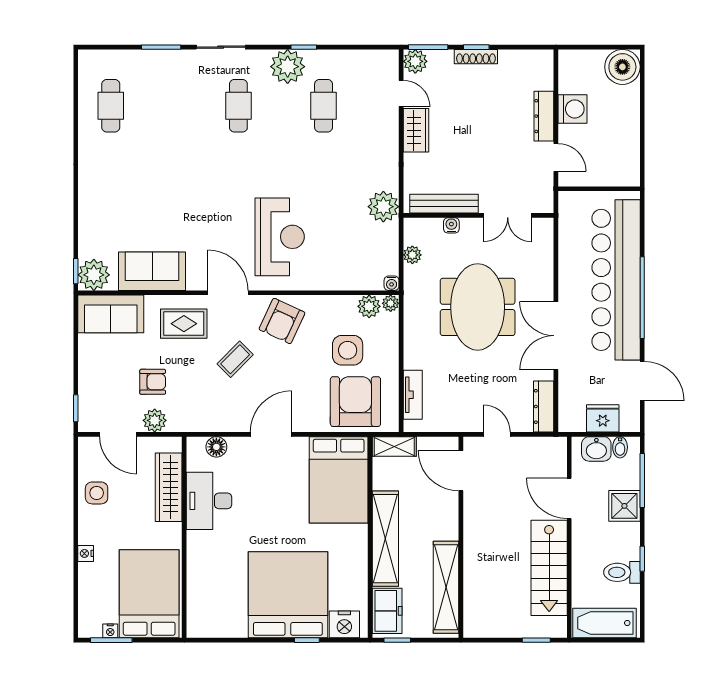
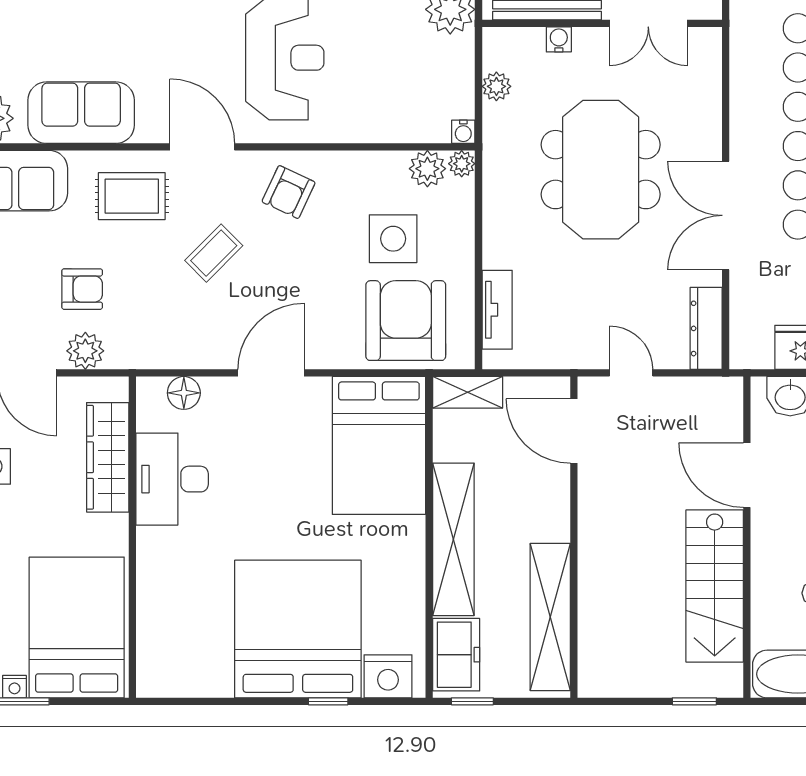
armchair: (282, 321) -> (289, 192), width x0.72, depth x0.72

